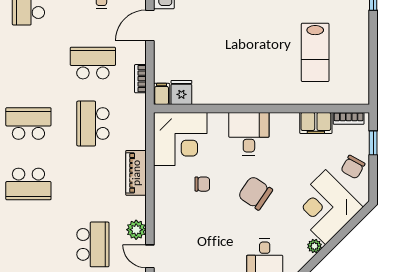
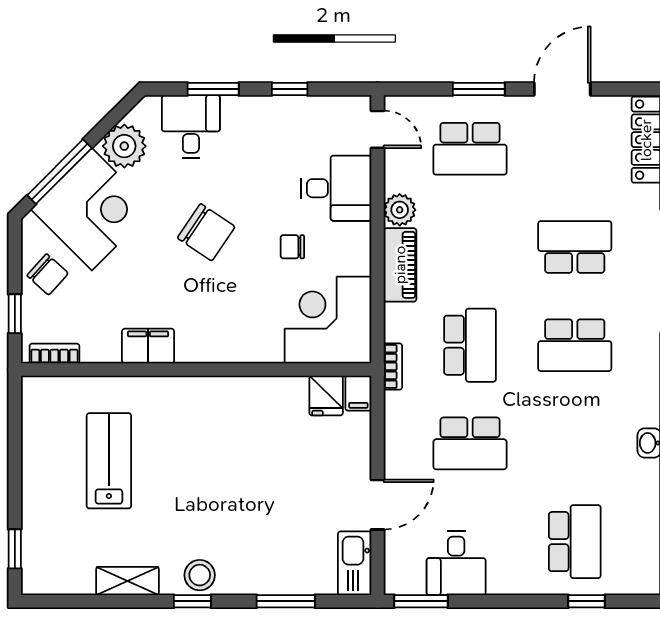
bookcase: (140, 79) -> (393, 366), moved
filing cabinet: (316, 123) -> (148, 346), moved
desk: (249, 134) -> (336, 188), moved, turned -90
chair: (353, 167) -> (48, 274), turned 103
plant: (136, 230) -> (400, 210), moved
window: (346, 230) -> (59, 172), added
school desk: (93, 244) -> (470, 149), turned -90
plant: (314, 246) -> (124, 146), width x1.88, depth x1.88

